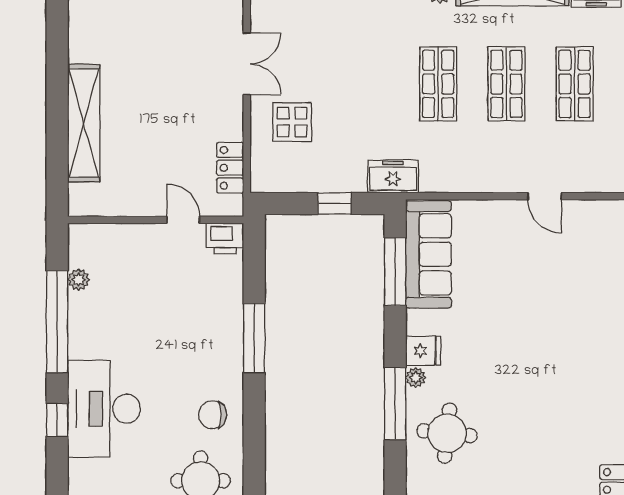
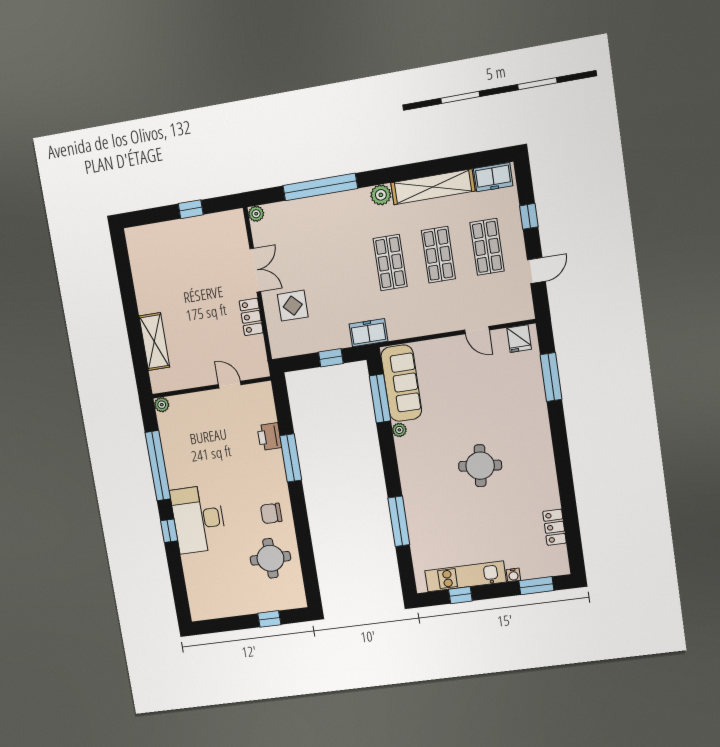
shelving: (84, 123) -> (154, 342), width x0.68
locker: (230, 168) -> (251, 317), moved
printer: (225, 238) -> (269, 437), moved, turned 90
plant: (79, 280) -> (162, 405), moved
fridge: (423, 351) -> (519, 339), moved, turned 90
plant: (416, 378) -> (399, 430), moved
window: (395, 404) -> (399, 521), moved
round table: (447, 433) -> (480, 466), moved

